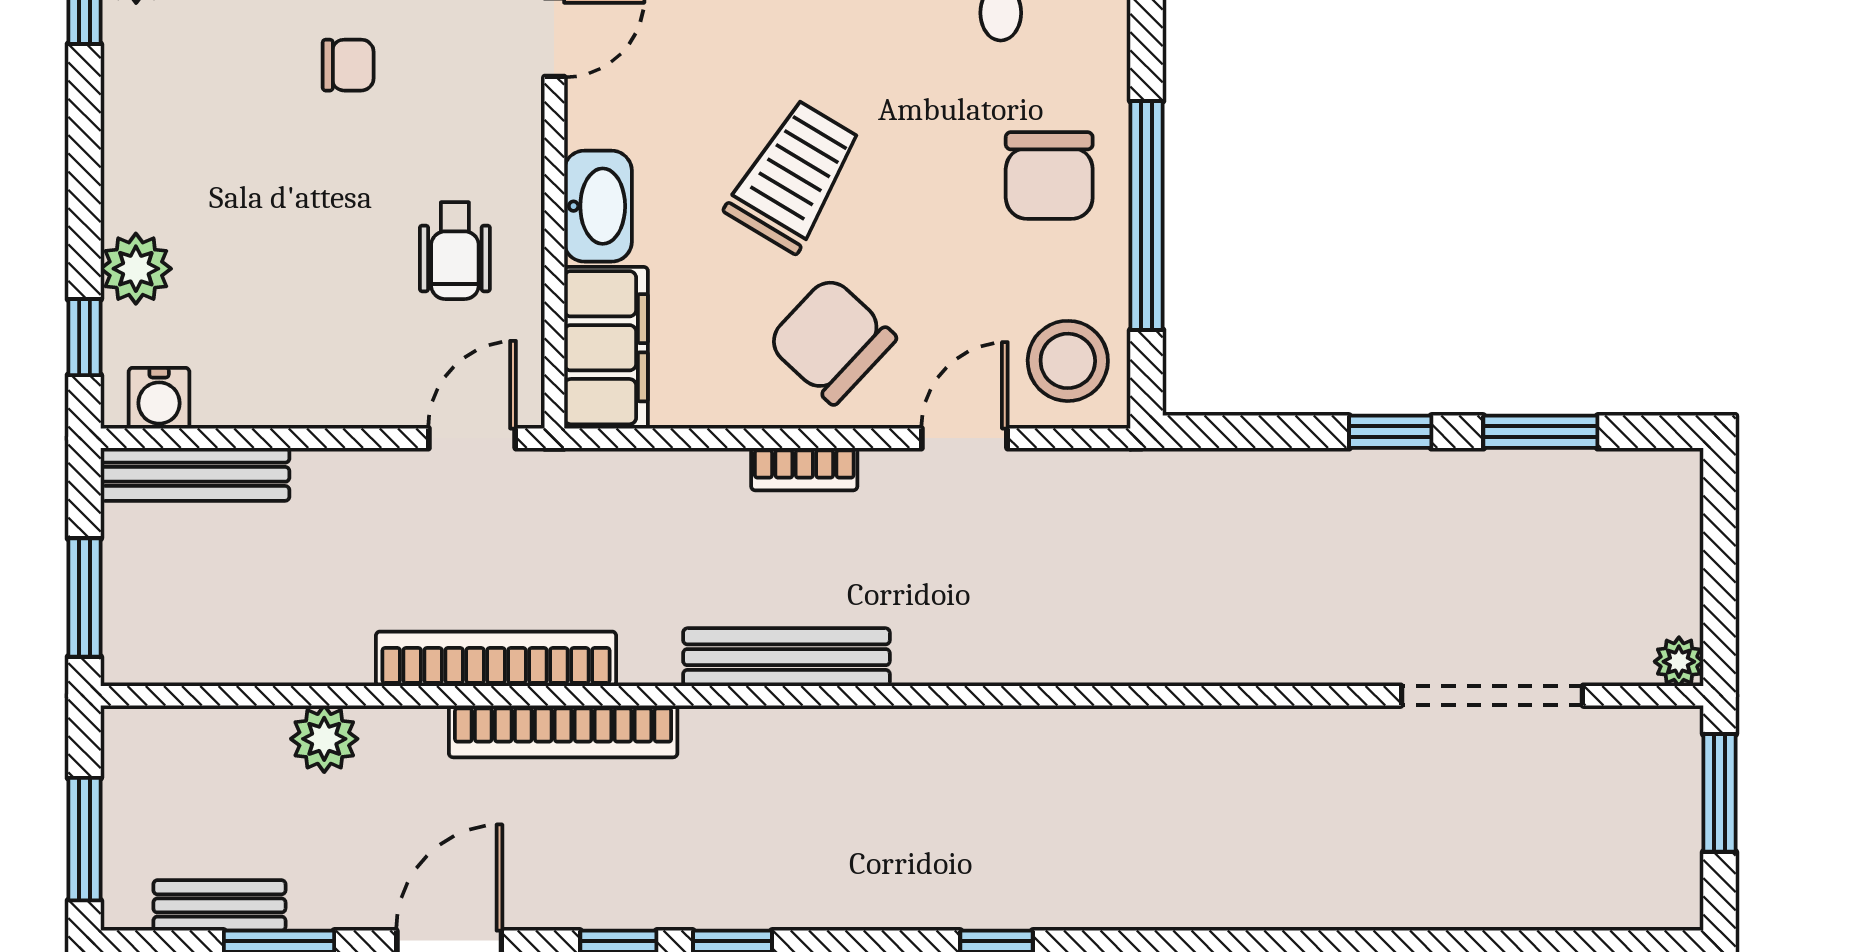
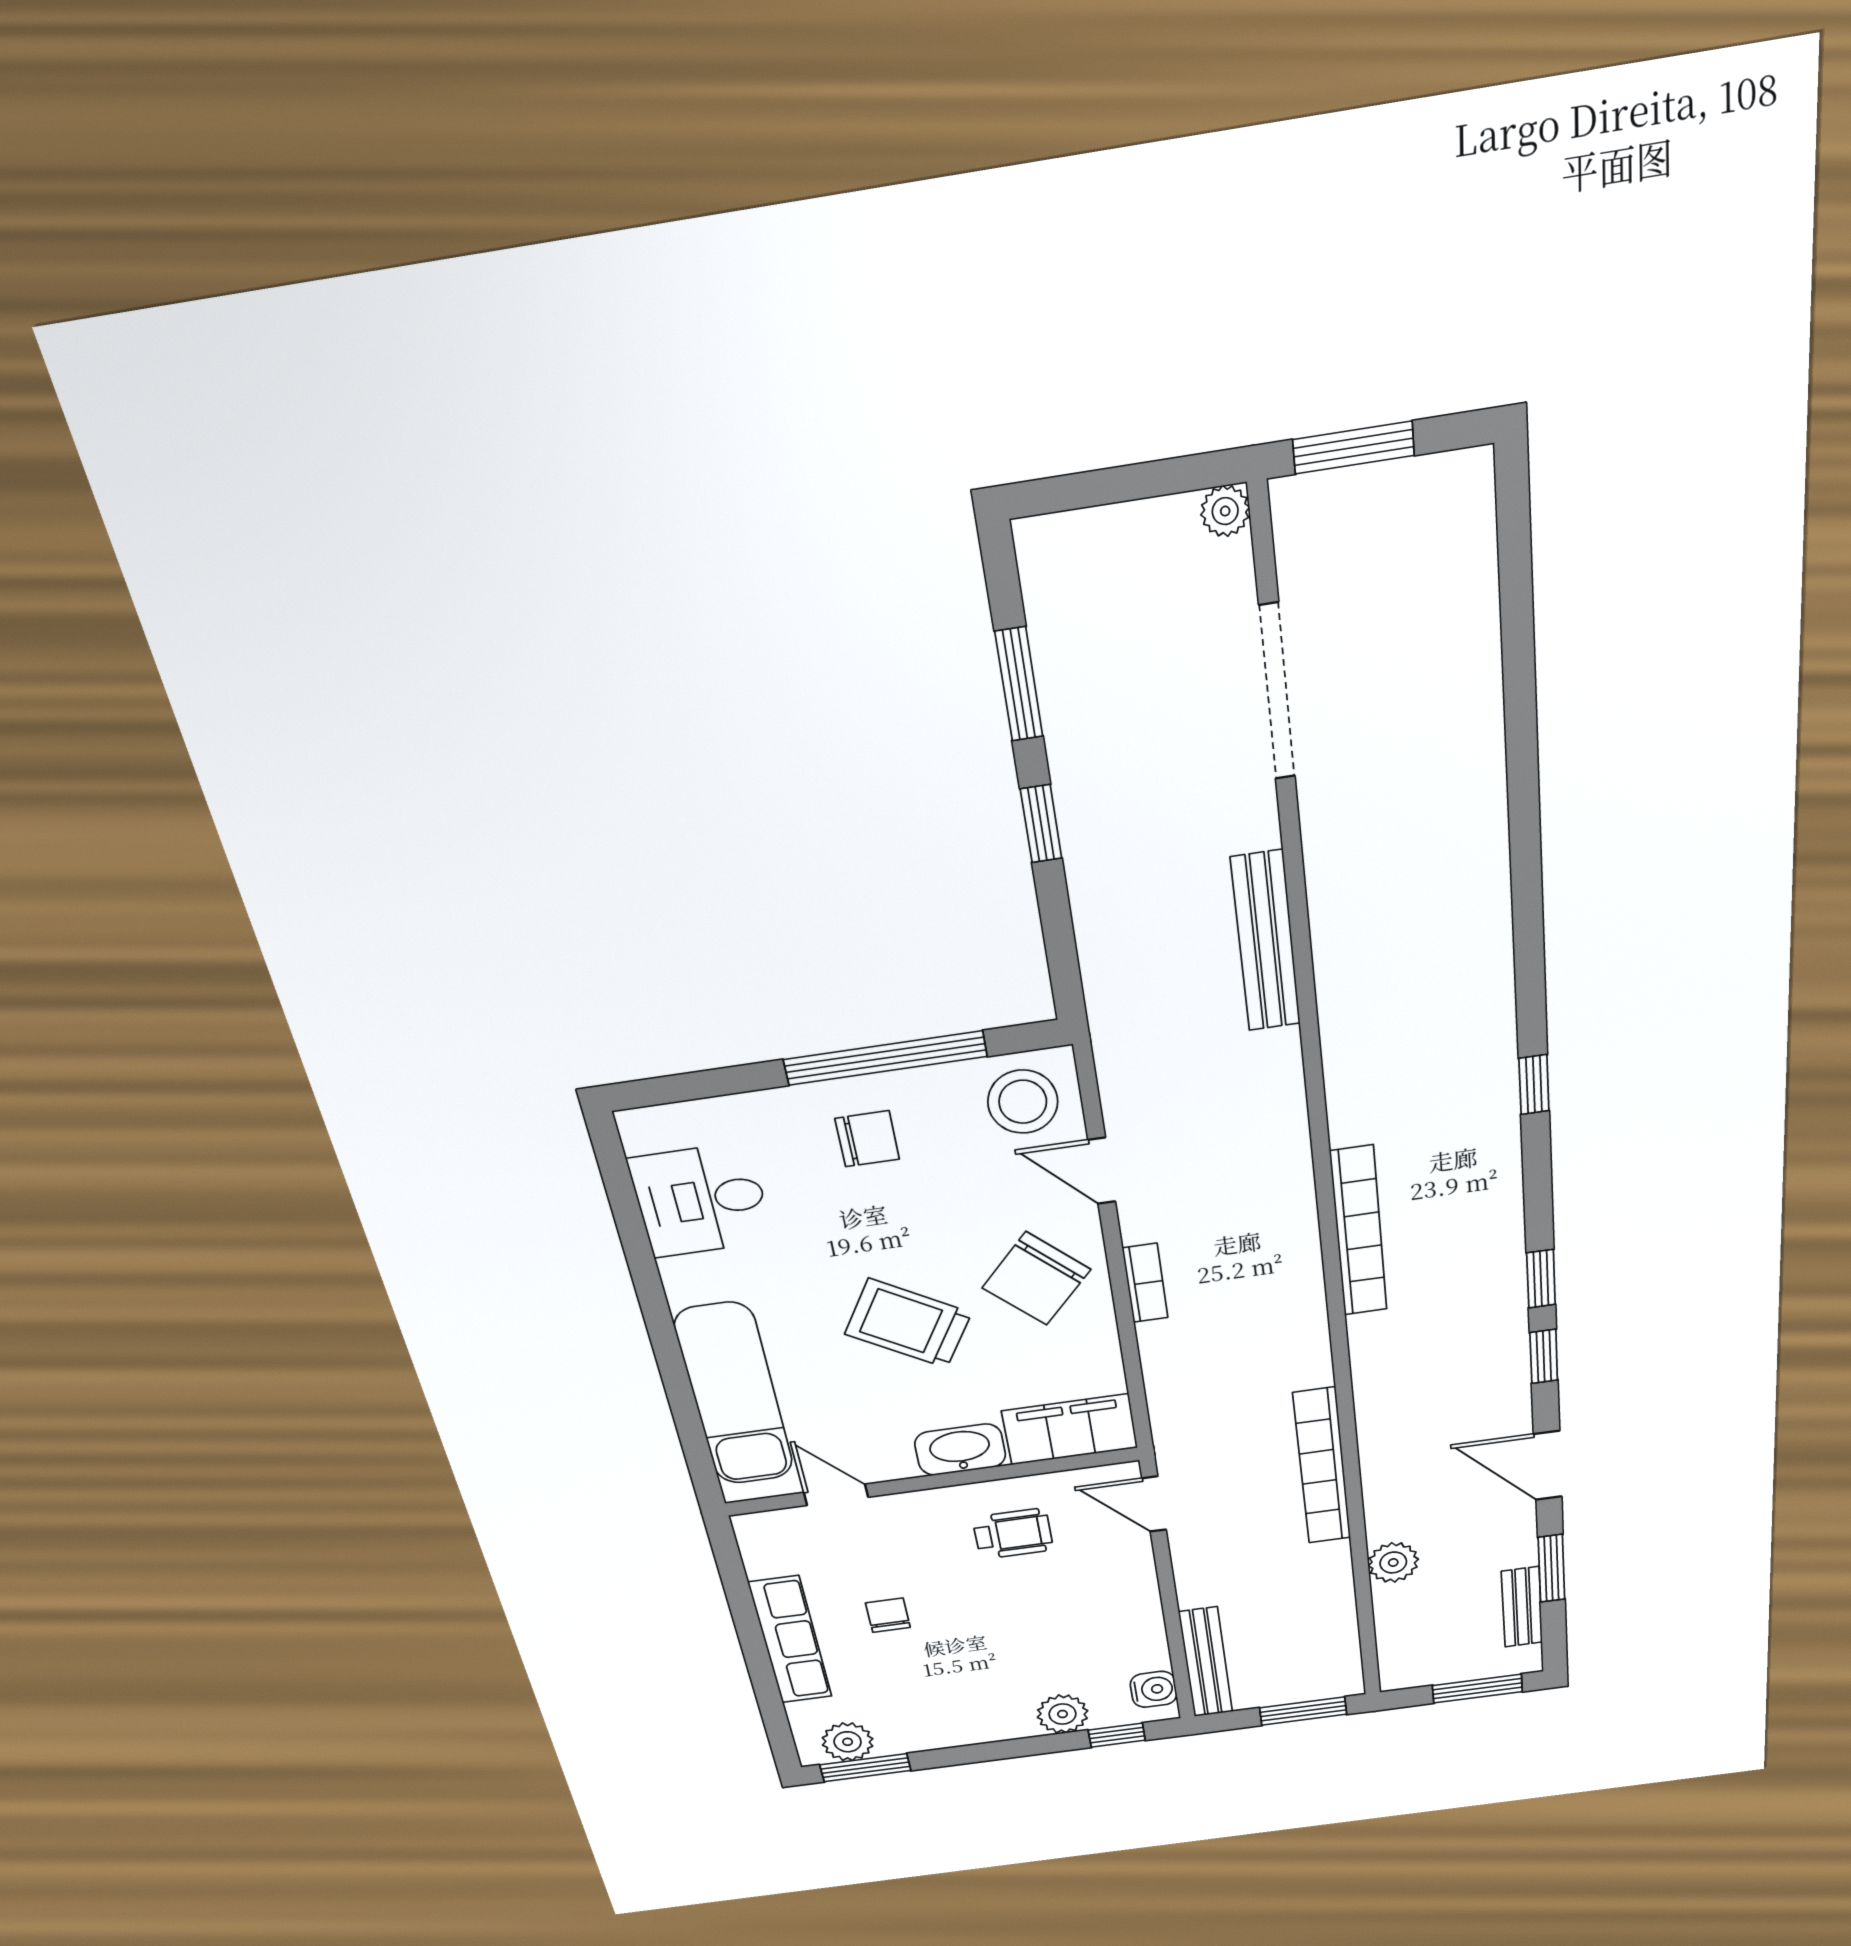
chair: (1049, 176) -> (867, 1139), width x0.73, depth x0.73
bench: (786, 657) -> (1266, 942), moved
bookcase: (563, 731) -> (1359, 1231), moved

